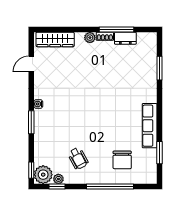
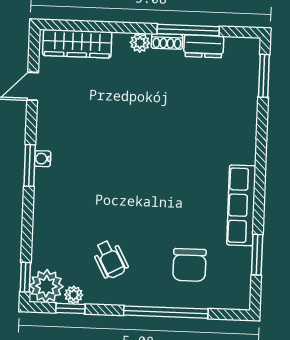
window: (159, 68) -> (264, 76), moved
window: (31, 122) -> (30, 165), moved

